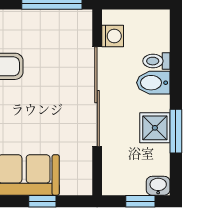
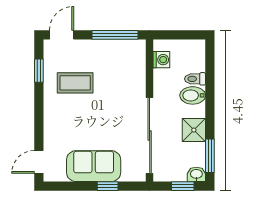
sliding door: (97, 97) -> (150, 136), moved
window: (176, 131) -> (210, 156), moved

